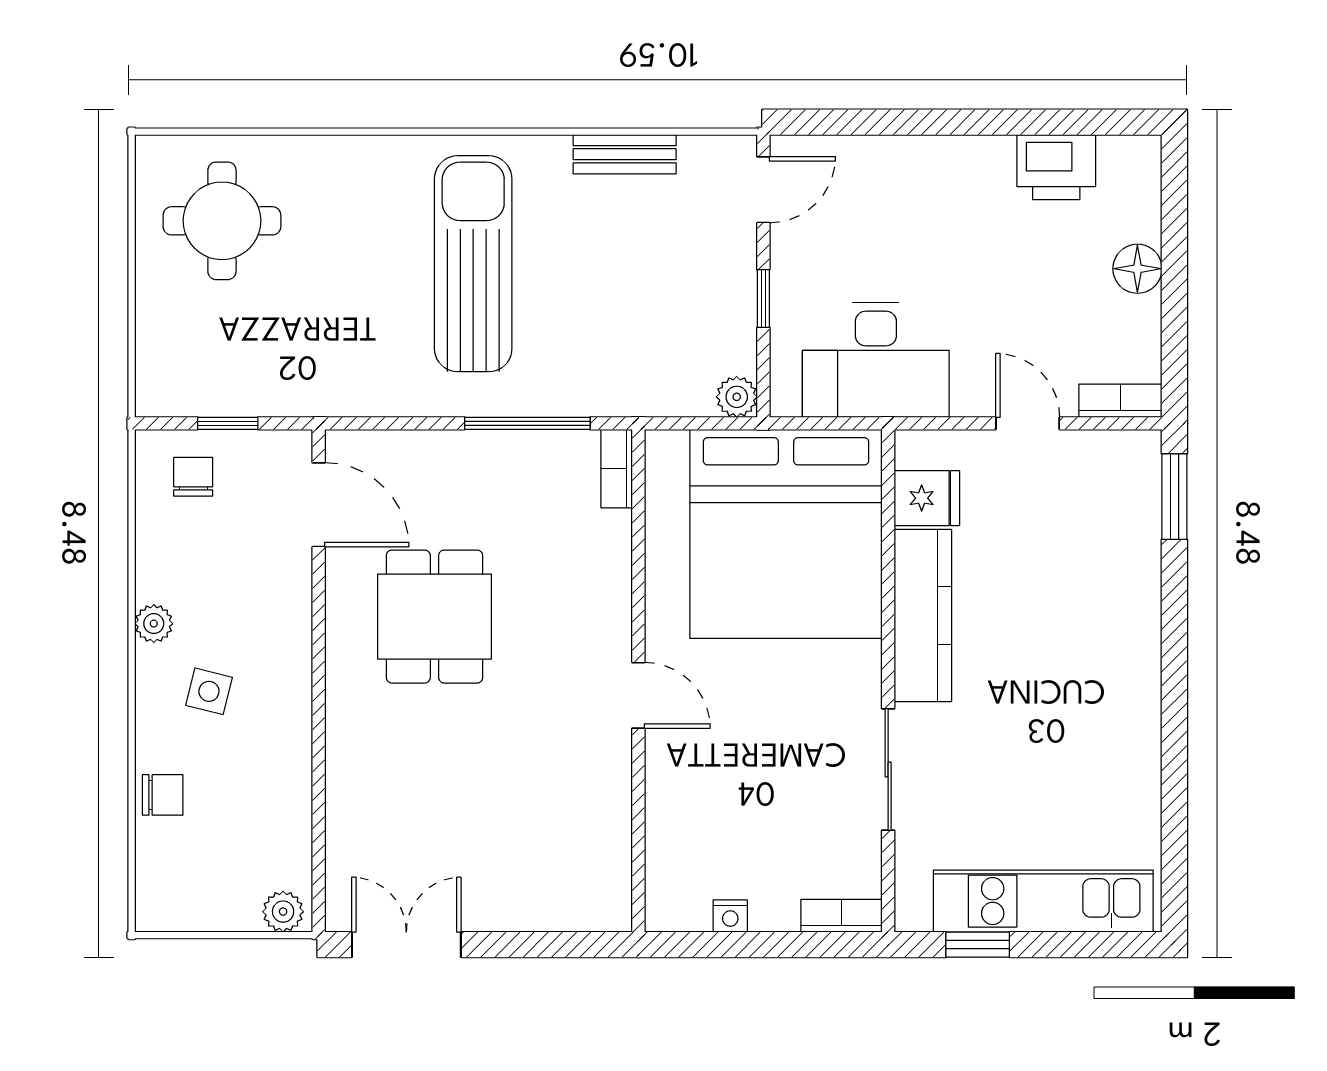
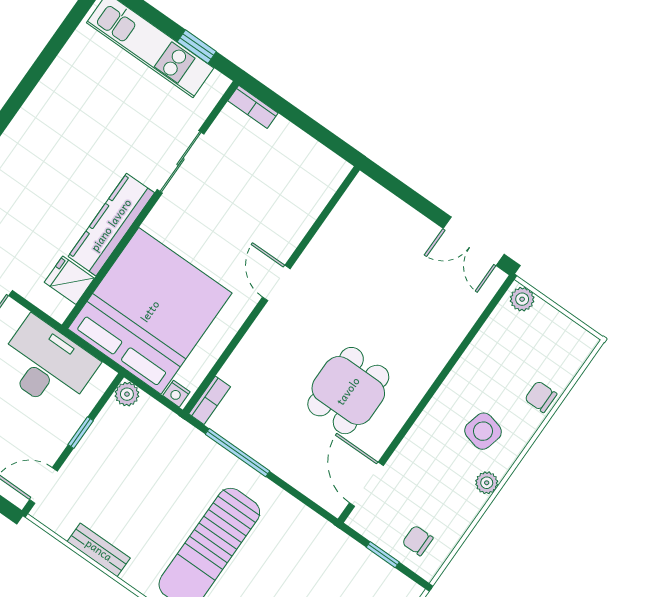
chair: (193, 477) -> (418, 541), turned 90
side table: (209, 691) -> (483, 431), width x1.37, depth x1.37
nightstand: (730, 916) -> (176, 394), moved, turned 180

